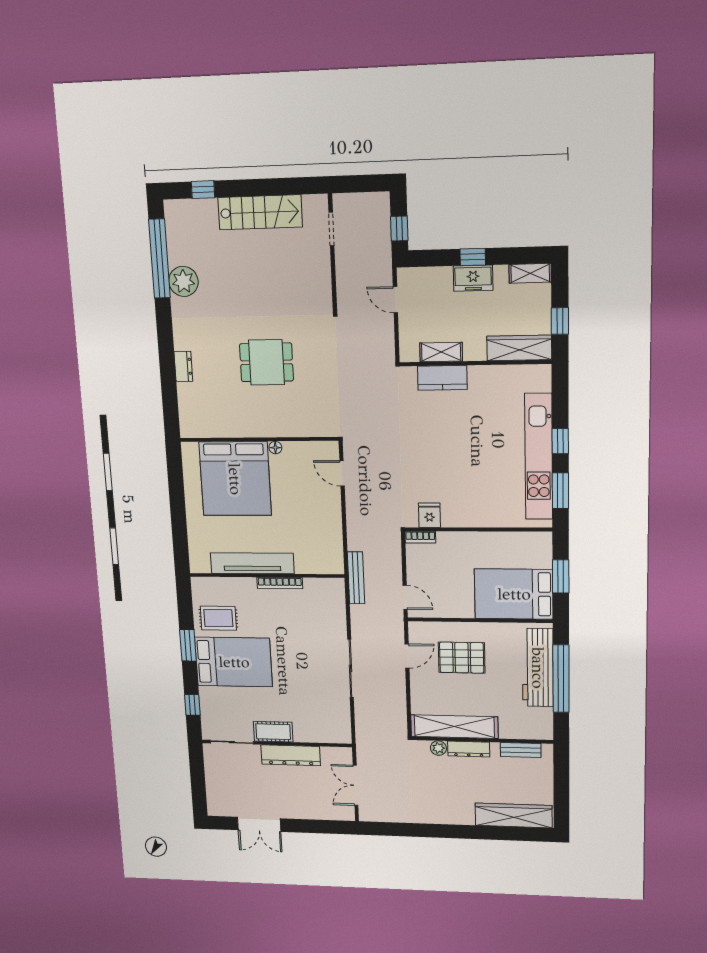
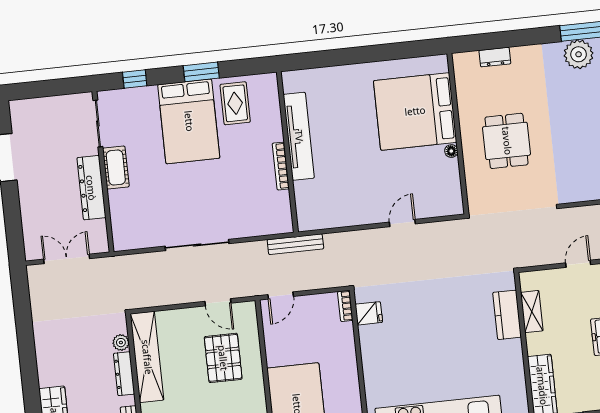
wall: (259, 439) -> (458, 134), moved
floor lamp: (275, 448) -> (451, 151), moved
bed: (235, 479) -> (415, 111), moved

